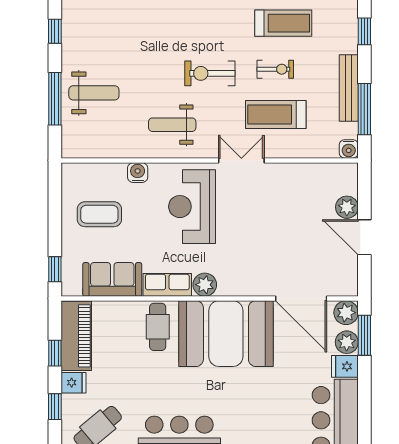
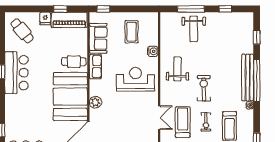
double door: (241, 160) -> (159, 118), moved
plant: (205, 285) -> (95, 102), moved
window: (55, 407) -> (33, 9), removed

